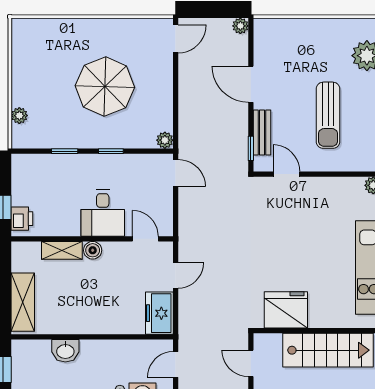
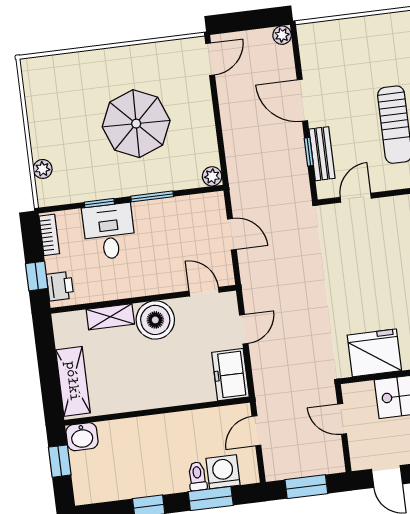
window: (251, 148) -> (309, 152), moved
window: (111, 151) -> (152, 196), width x1.50
bookcase: (18, 173) -> (49, 235), added
door: (176, 173) -> (232, 234), moved
door: (286, 174) -> (356, 198), hinge flipped
desk: (103, 213) -> (109, 232), moved, turned 180
boiler: (93, 250) -> (155, 320), width x1.86, depth x1.86
washbasin: (65, 351) -> (82, 437), moved

